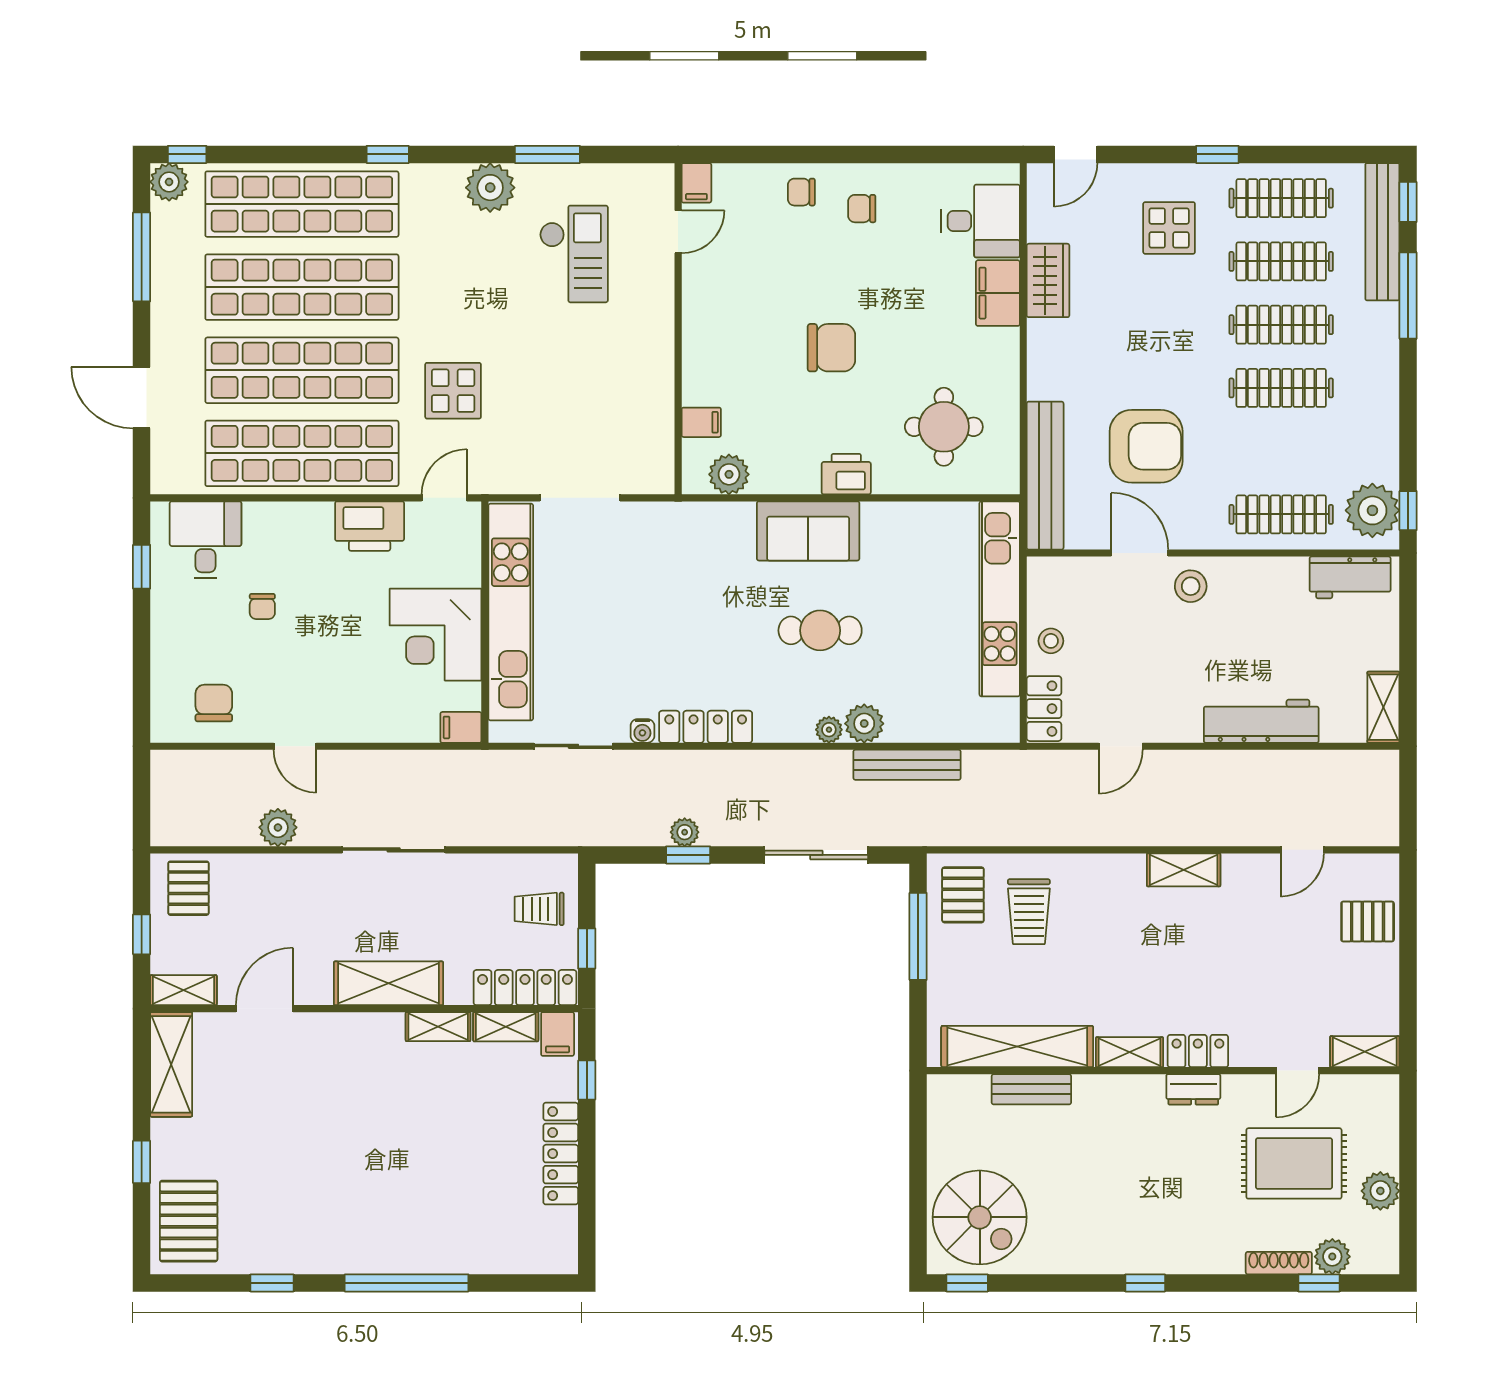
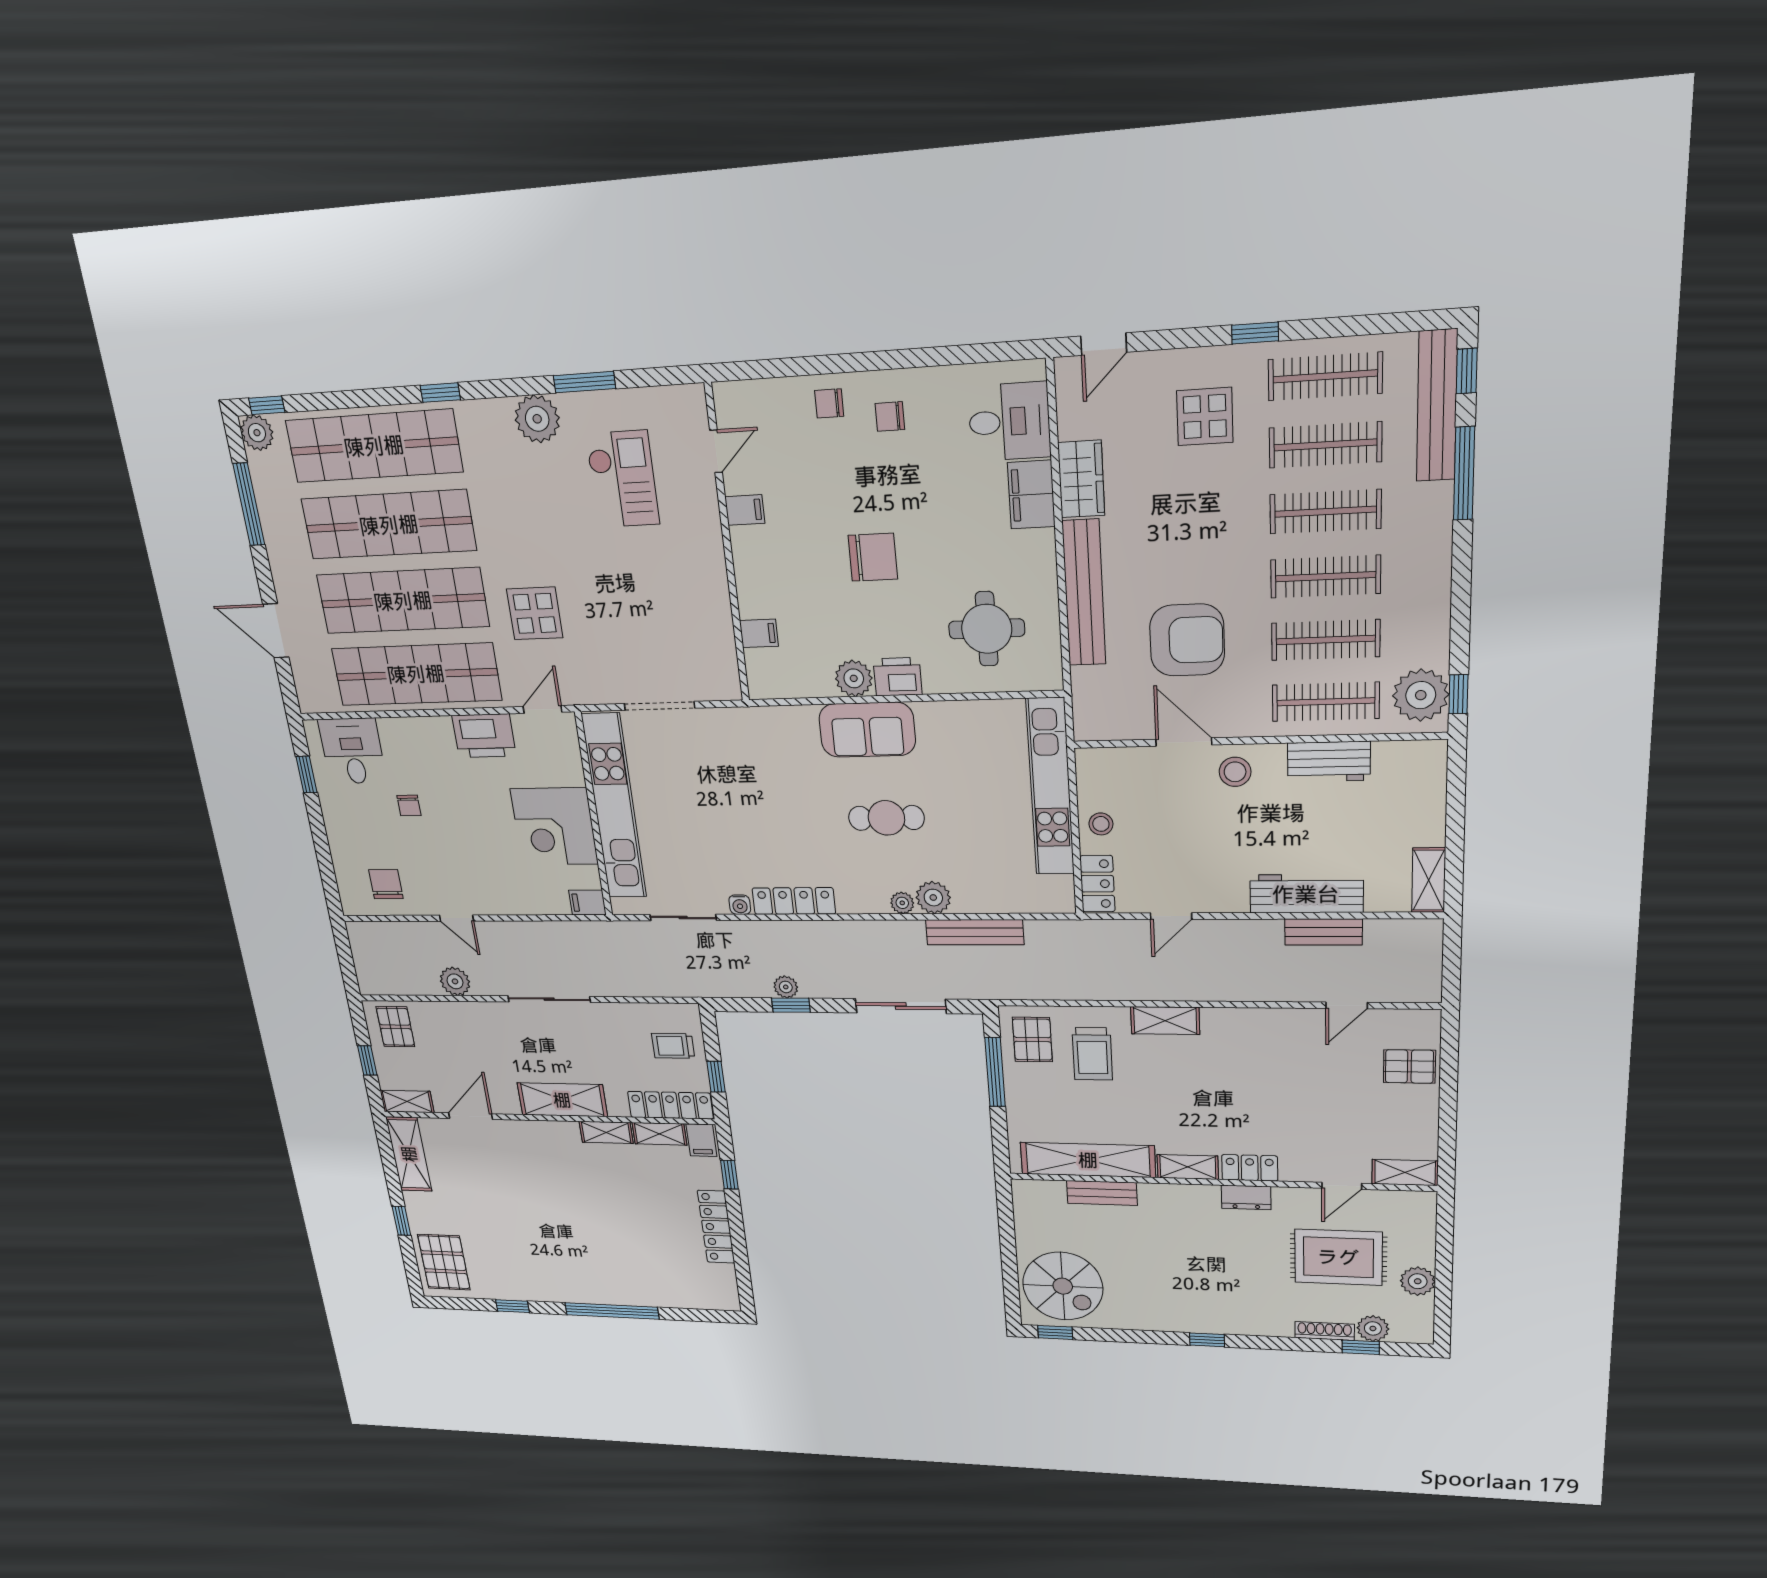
filing cabinet: (696, 183) -> (745, 510), moved, turned -90
clothes rail: (1281, 451) -> (1326, 640), added
plant: (729, 474) -> (854, 678), moved
bench: (1045, 476) -> (1084, 593), moved
workbench: (1350, 577) -> (1329, 762), moved
bench: (1278, 765) -> (1323, 932), added
shelving: (1184, 870) -> (1165, 1021), moved

